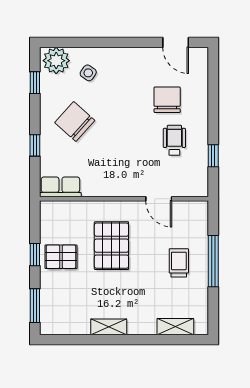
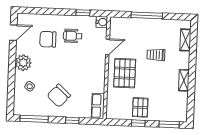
plant: (56, 61) -> (23, 63), moved
window: (35, 83) -> (34, 119), width x2.17
water cooler: (199, 188) -> (102, 22), added
pallet: (111, 246) -> (125, 73), moved, turned 90
trolley: (179, 263) -> (156, 55), moved

